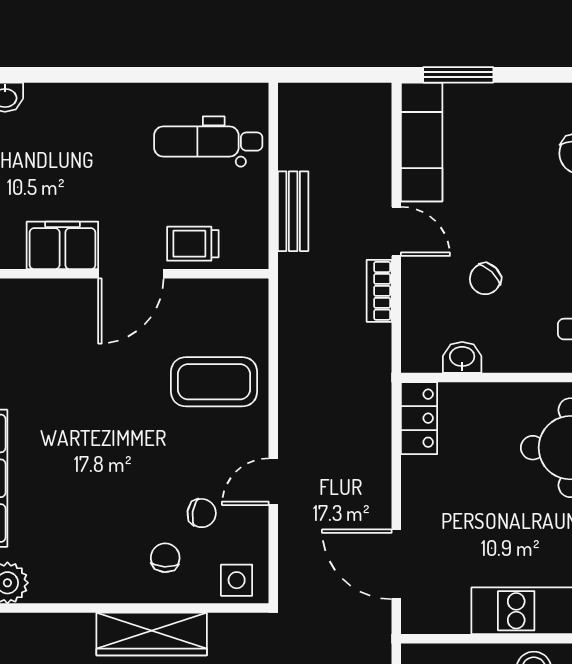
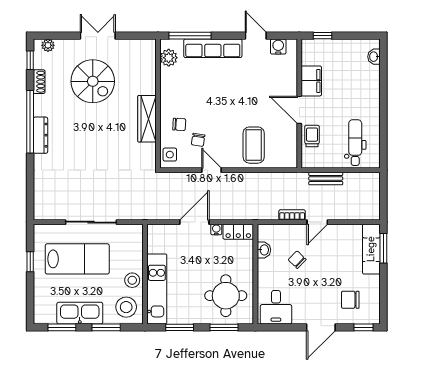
exam couch: (422, 142) -> (371, 249), moved, turned 90
water cooler: (414, 470) -> (216, 229), added
door: (396, 564) -> (194, 222), moved

